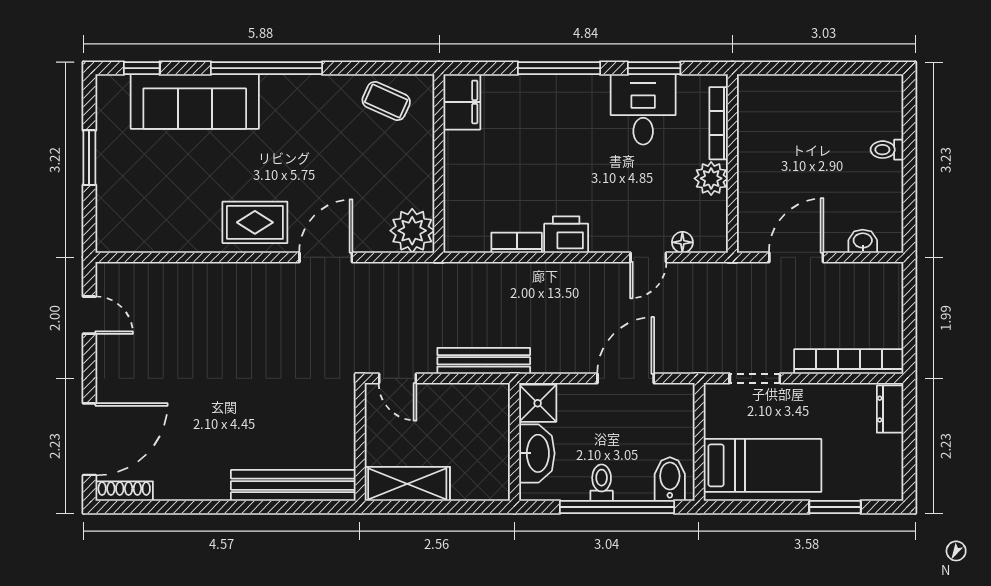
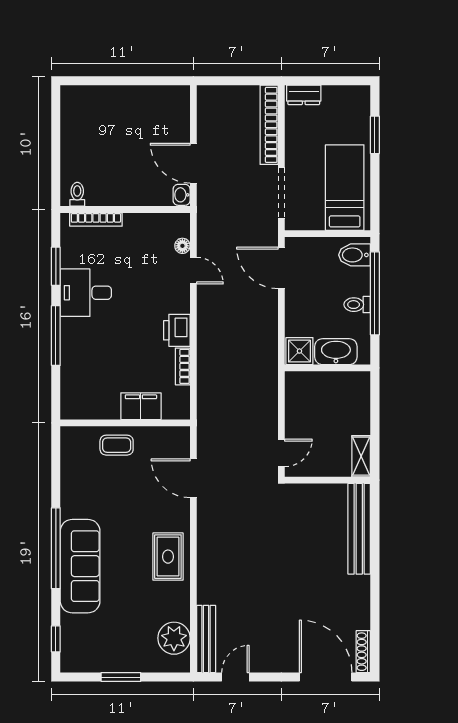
coffee table: (386, 101) -> (117, 445), moved, turned 66
sofa: (195, 102) -> (80, 566), moved
filing cabinet: (462, 102) -> (141, 406), moved
desk: (643, 109) -> (86, 293), moved
toilet: (887, 150) -> (77, 194), moved, turned 180
plant: (711, 178) -> (136, 225), removed
plant: (412, 231) -> (174, 638), moved
washbasin: (863, 241) -> (182, 195), moved
door: (326, 257) -> (193, 478), moved
bench: (484, 361) -> (206, 639), moved
door: (626, 378) -> (281, 268), moved
doorway: (755, 378) -> (281, 193), width x1.38
shelving: (407, 484) -> (361, 456), width x0.67, depth x0.75

